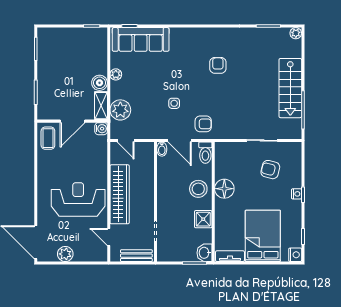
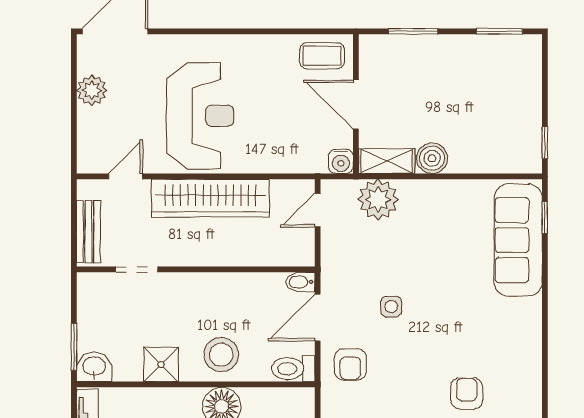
armchair: (218, 65) -> (467, 393), turned -90
plant: (116, 74) -> (449, 191), removed

